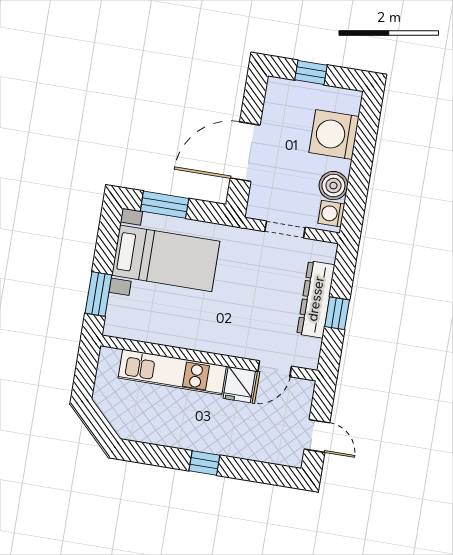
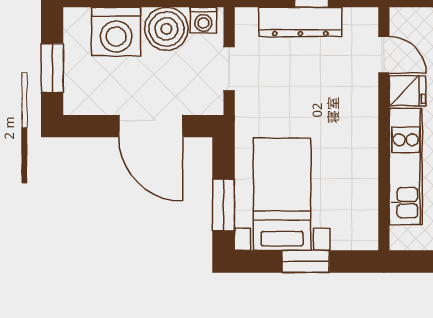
window: (311, 72) -> (52, 68), width x1.50
boiler: (333, 186) -> (166, 29), width x1.37, depth x1.37
window: (98, 294) -> (306, 261), moved

